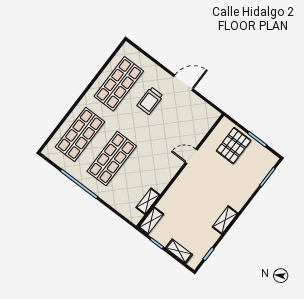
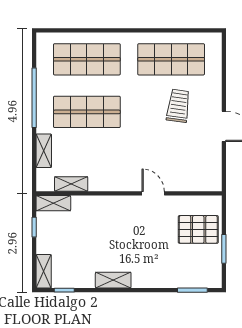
trolley: (150, 101) -> (178, 106), turned 98
shelving: (115, 202) -> (44, 151), added
shelving: (179, 251) -> (44, 271), moved

